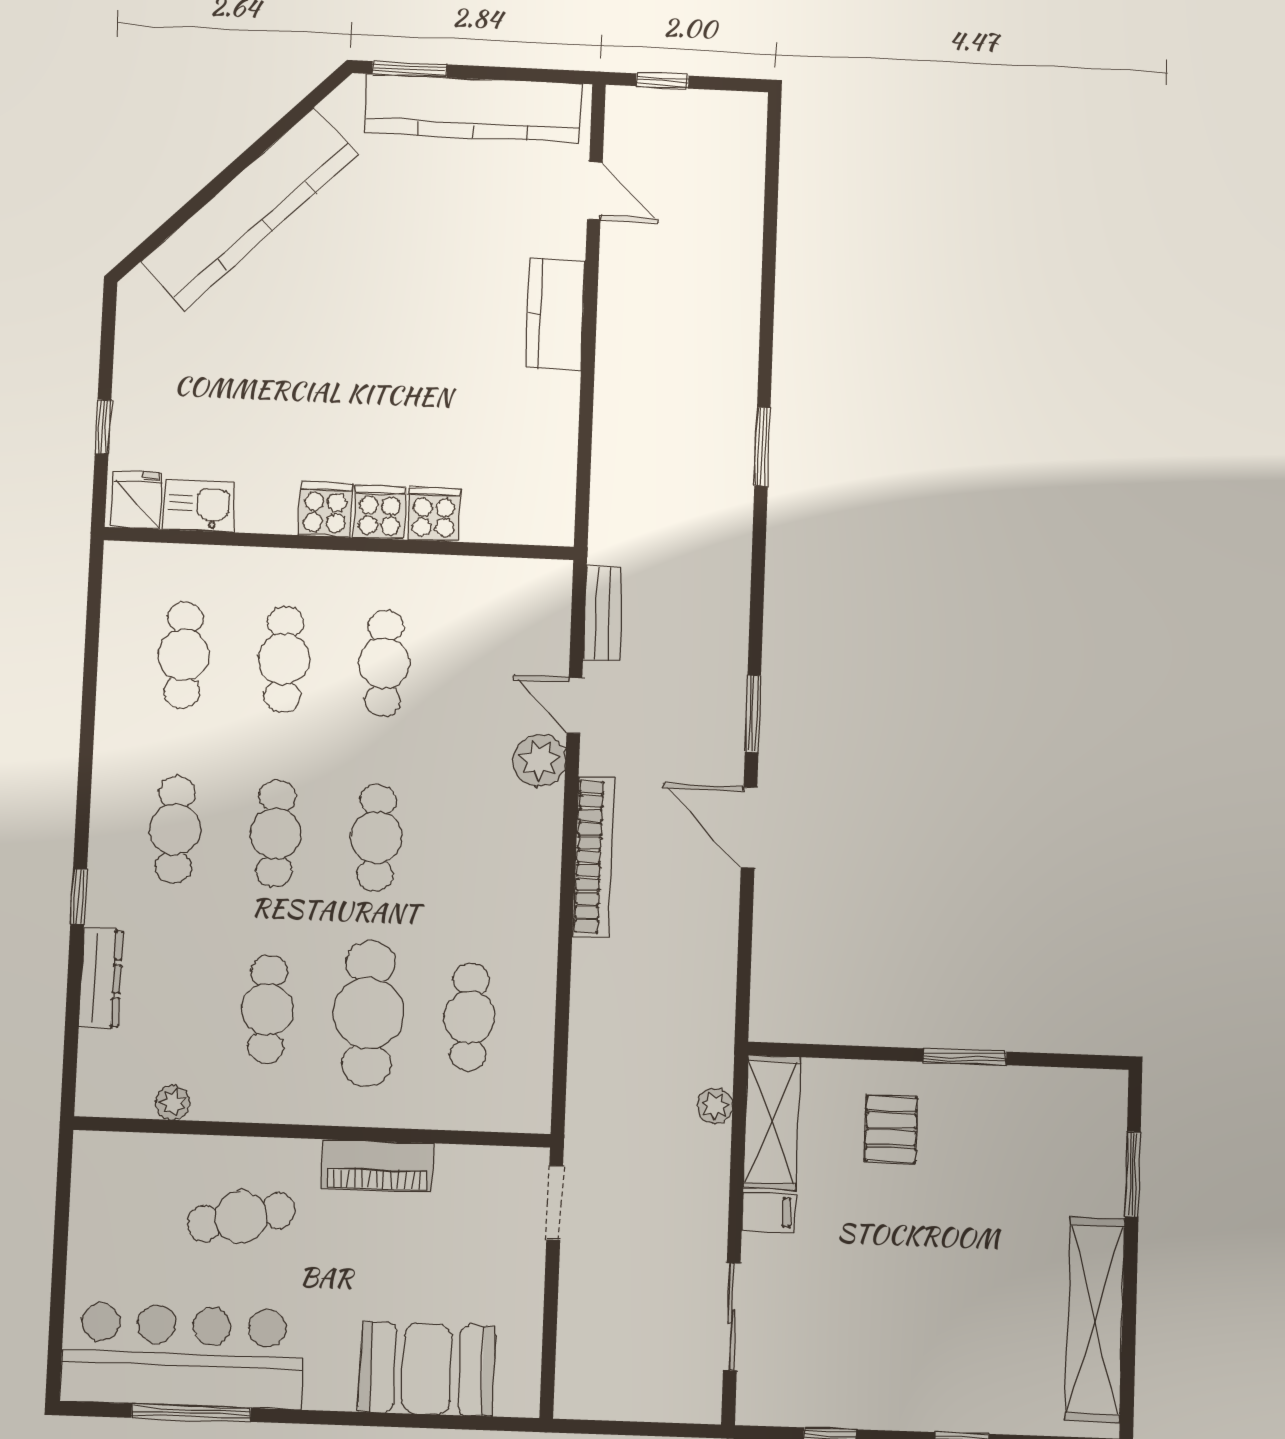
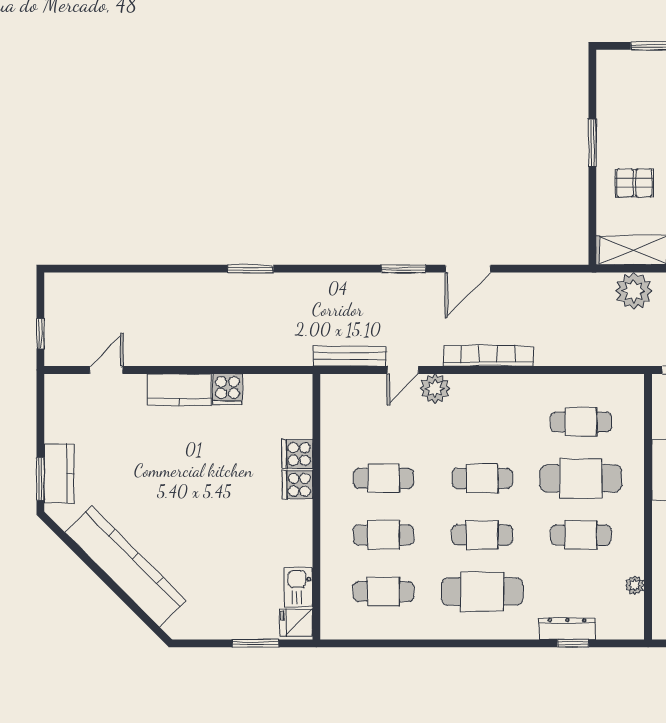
kitchen counter: (473, 108) -> (59, 474), width x0.48, depth x0.86
window: (103, 427) -> (255, 643), width x1.50
cooker: (325, 509) -> (228, 389), moved, turned -90
bench: (603, 613) -> (350, 356), width x1.36
cafe table: (175, 830) -> (482, 592), width x1.37, depth x1.35
window: (79, 897) -> (573, 643), moved
plant: (715, 1106) -> (634, 291), width x1.88, depth x1.88

